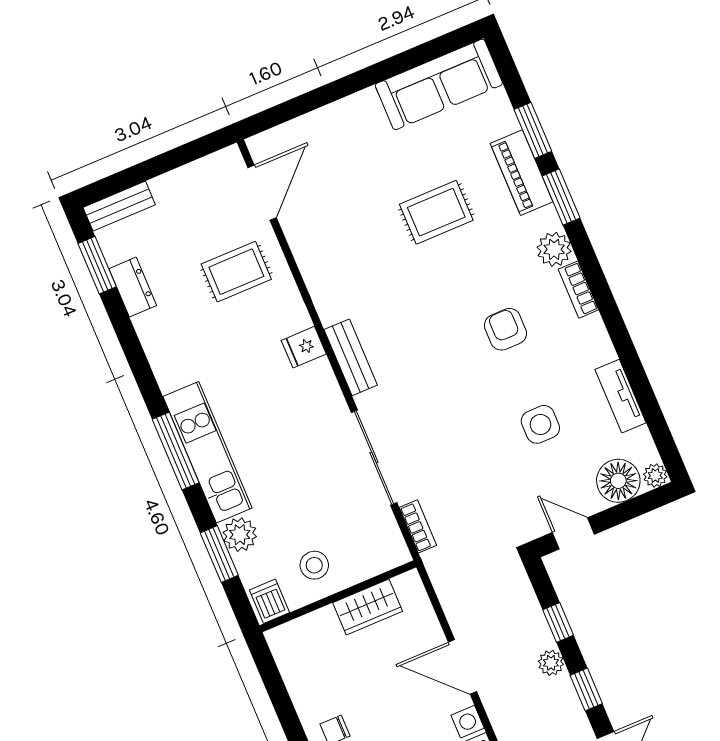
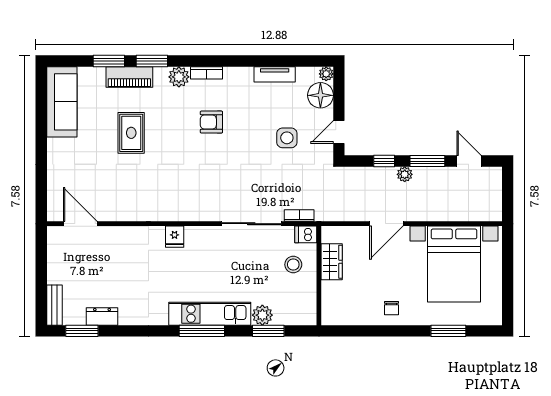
rug: (236, 272) -> (118, 256), removed
bench: (351, 357) -> (191, 213), removed
side table: (540, 424) -> (287, 138), moved
stool: (314, 565) -> (293, 265), moved
dishwasher: (269, 601) -> (306, 234), moved
window: (586, 689) -> (427, 161), width x1.50

